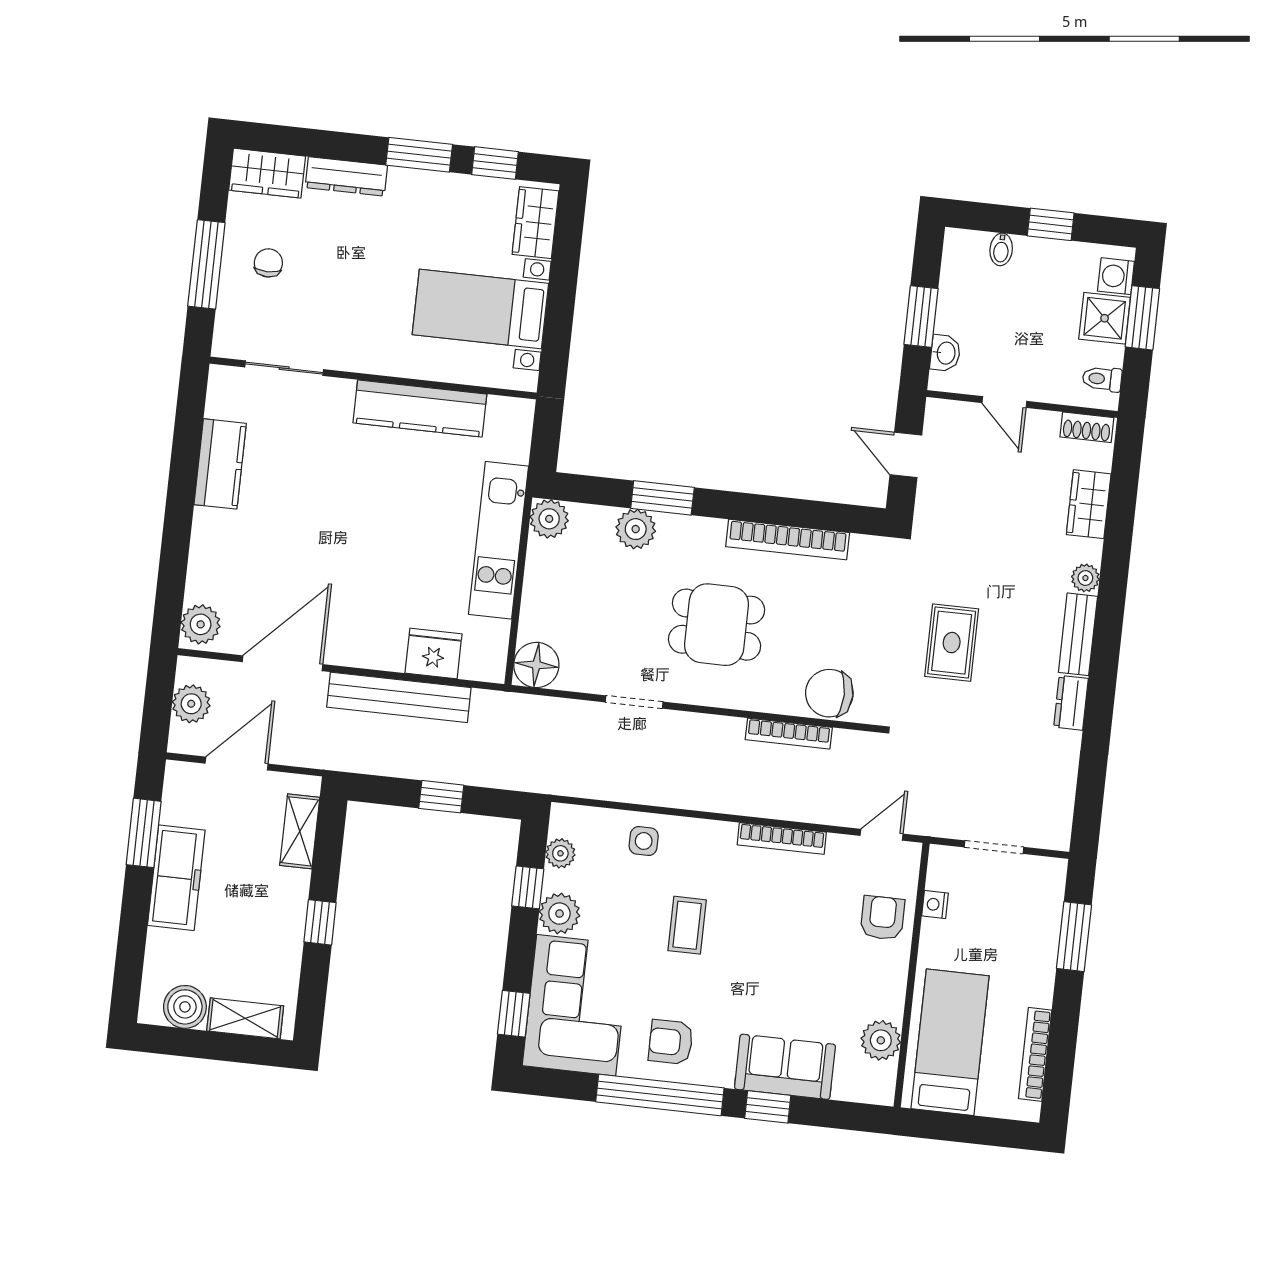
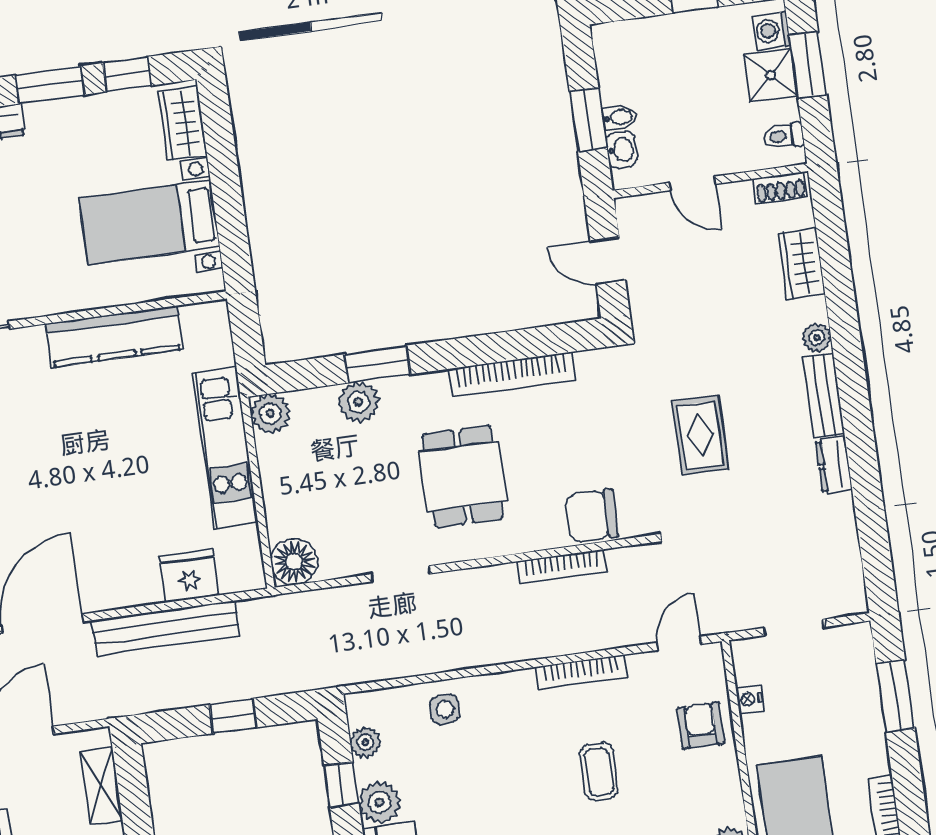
bidet: (1001, 249) -> (619, 118), moved, turned -90
dining table: (717, 625) -> (463, 476), turned 90
coffee table: (687, 925) -> (599, 771), moved

